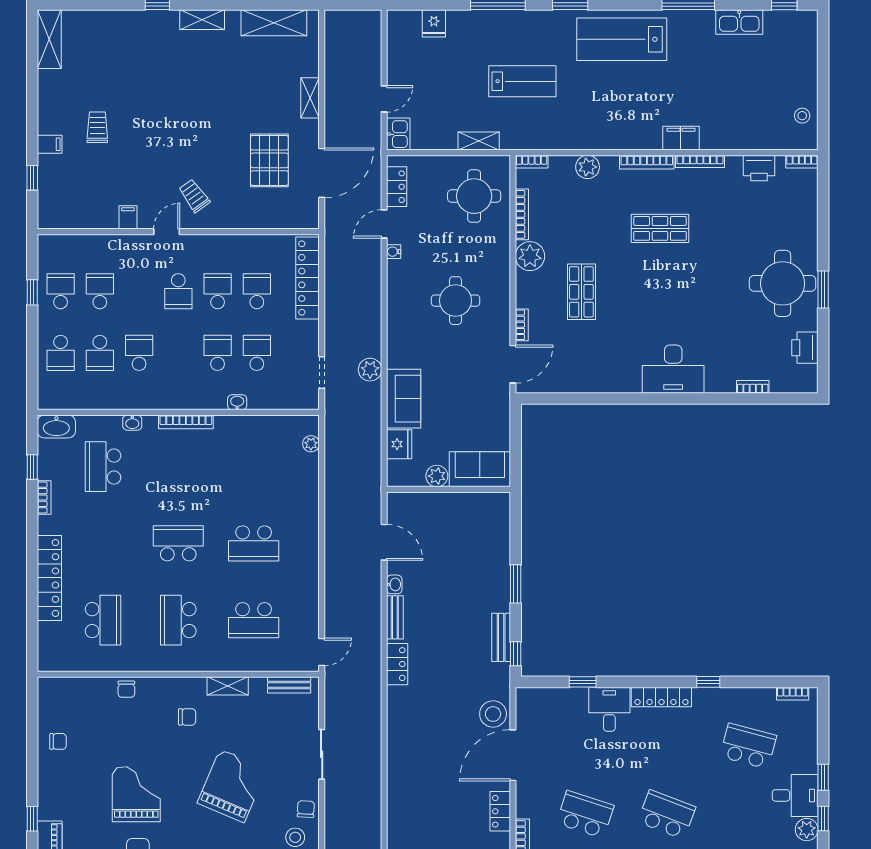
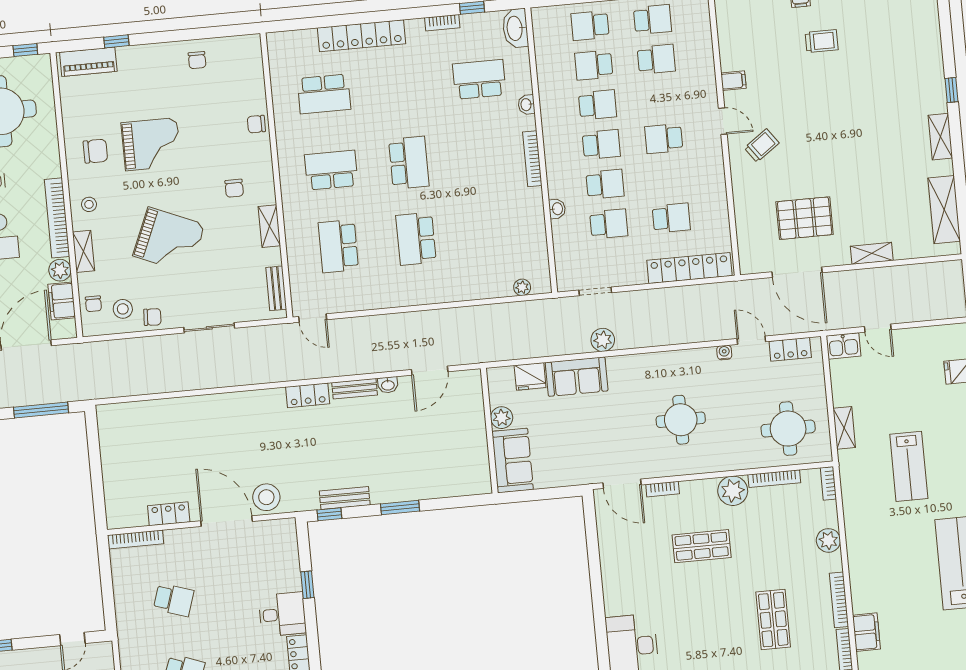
school desk: (218, 291) -> (601, 145), moved
school desk: (585, 814) -> (174, 600), width x0.54

